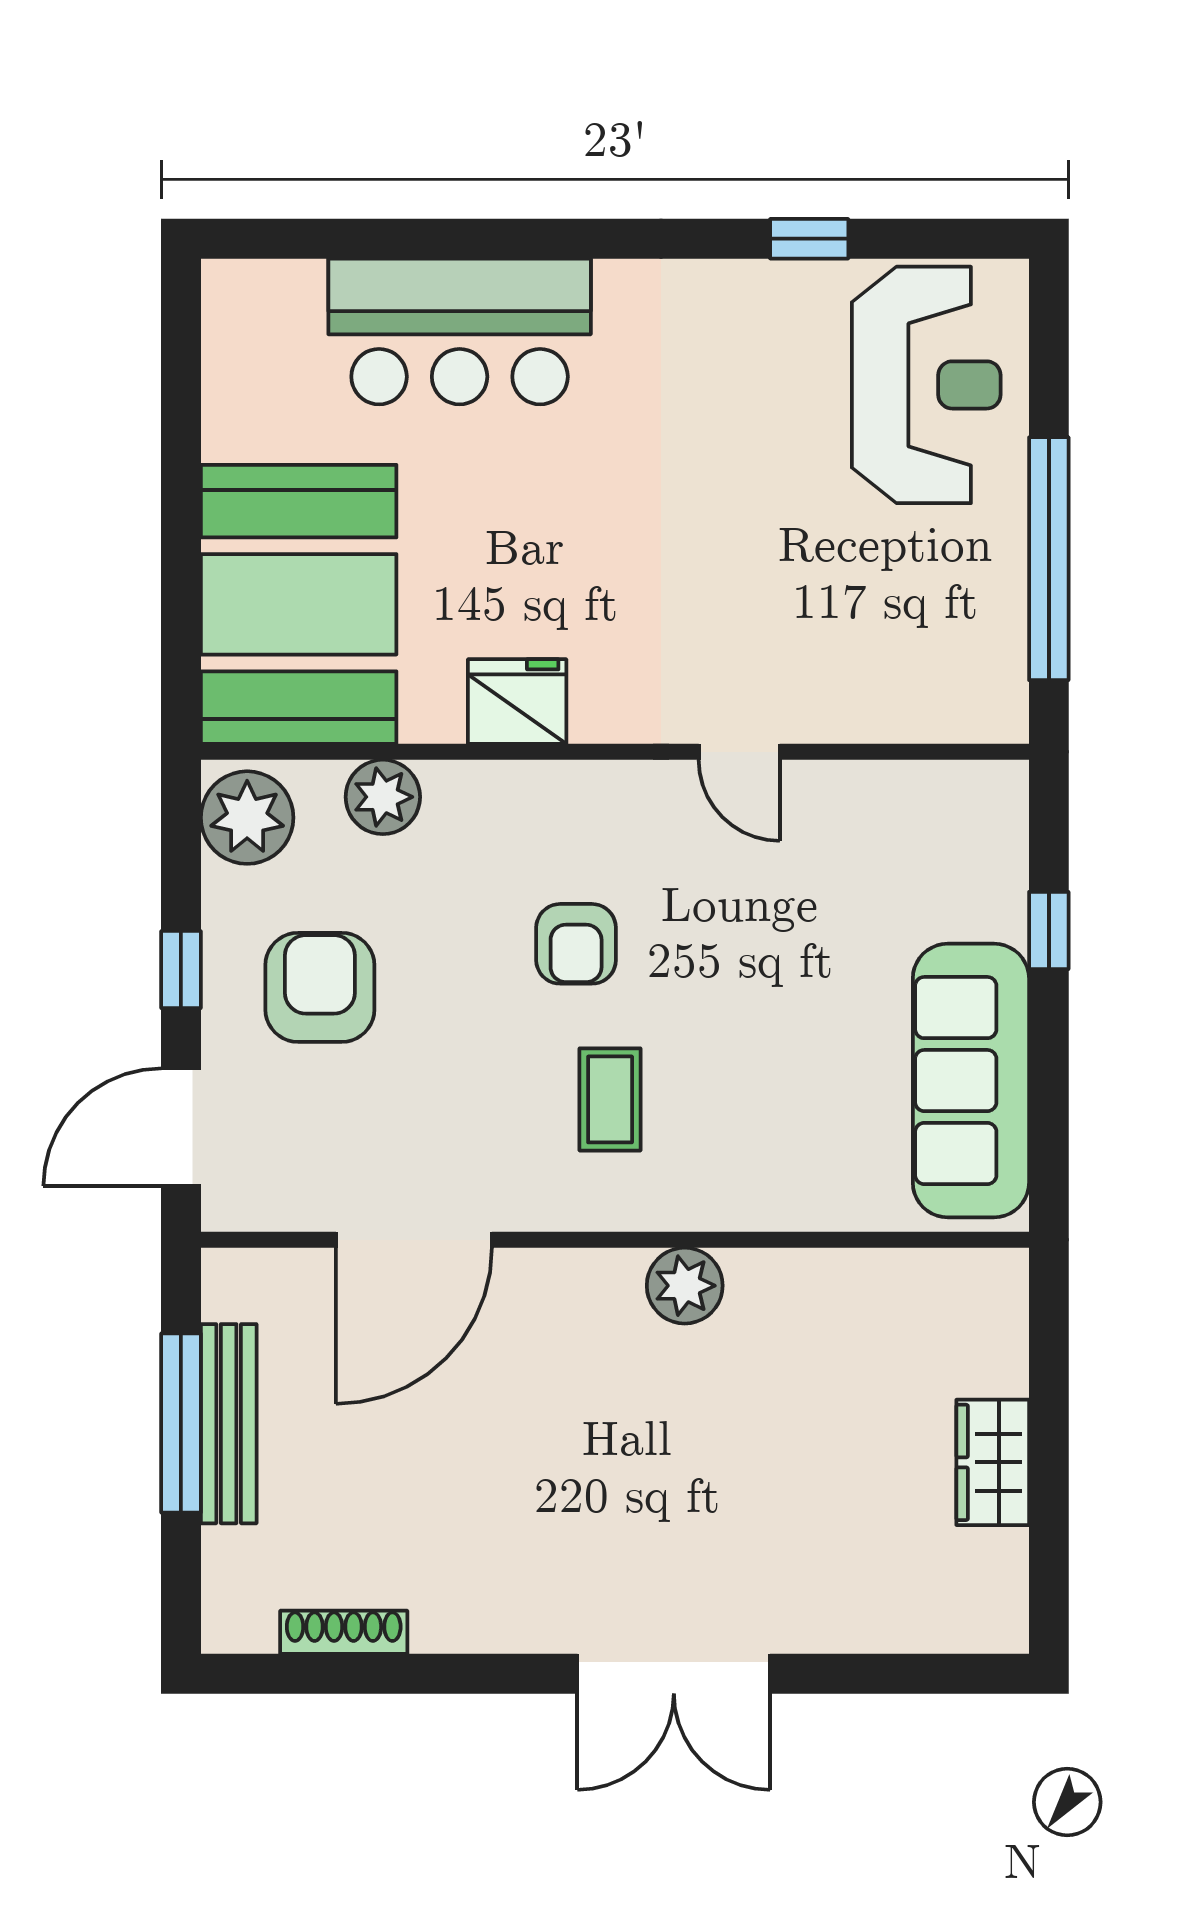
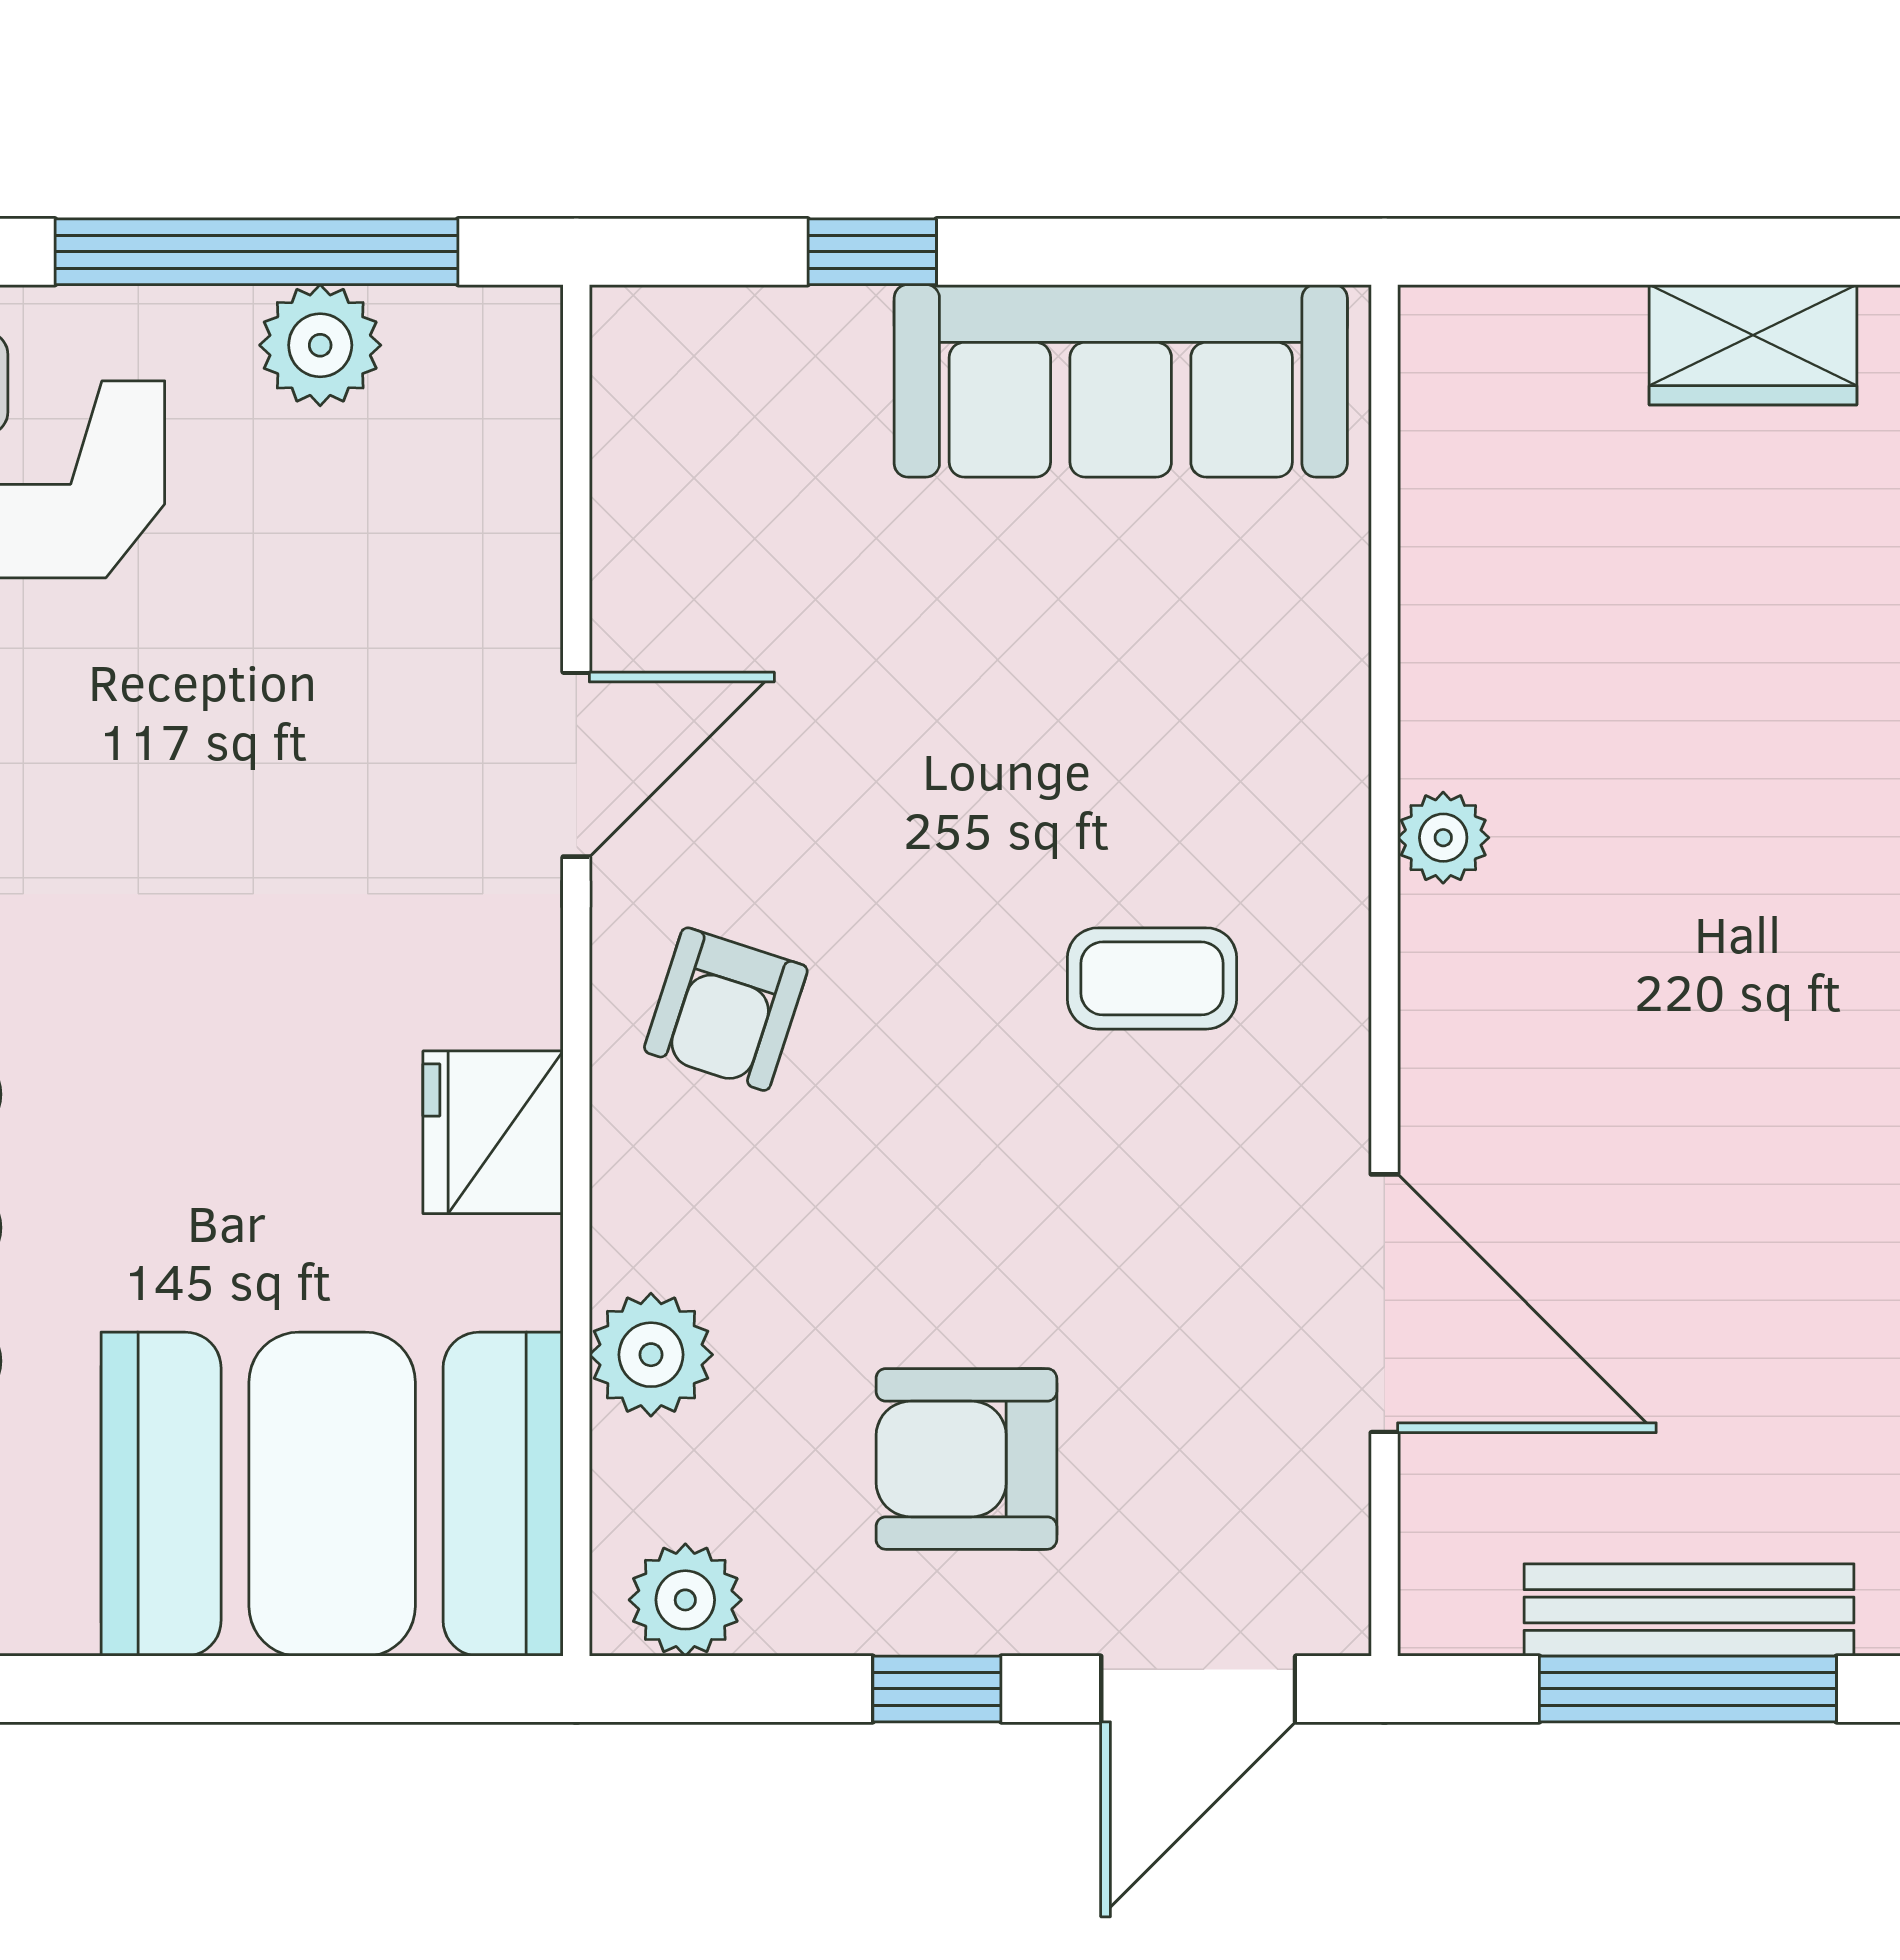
plant: (992, 597) -> (320, 345), added
door: (739, 752) -> (576, 765), width x1.38
plant: (247, 818) -> (685, 1600), width x0.73, depth x0.73
armchair: (576, 944) -> (726, 1009), moved, turned 108
door: (181, 1127) -> (1198, 1689), hinge flipped
plant: (685, 1286) -> (1443, 838), width x0.73, depth x0.73

